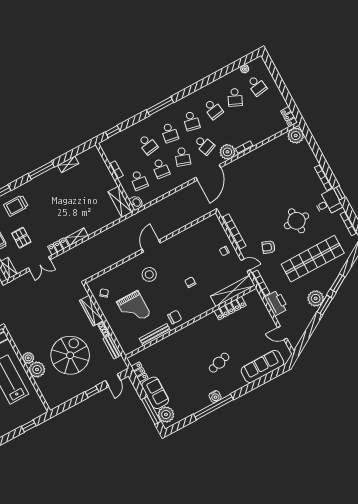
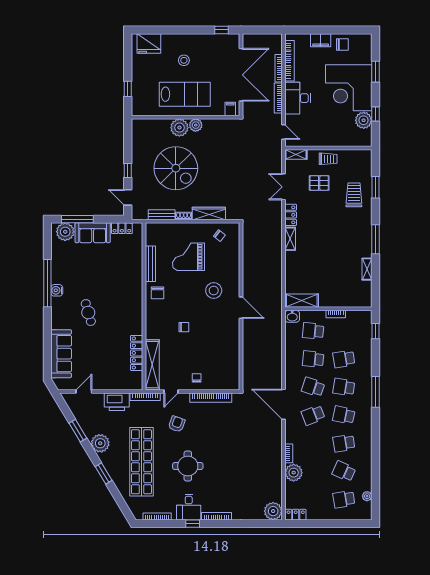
plant: (227, 152) -> (294, 473), moved
window: (325, 305) -> (78, 431), moved

